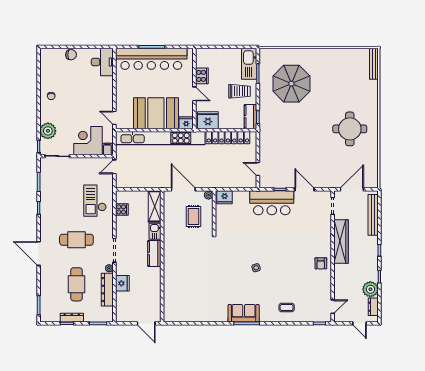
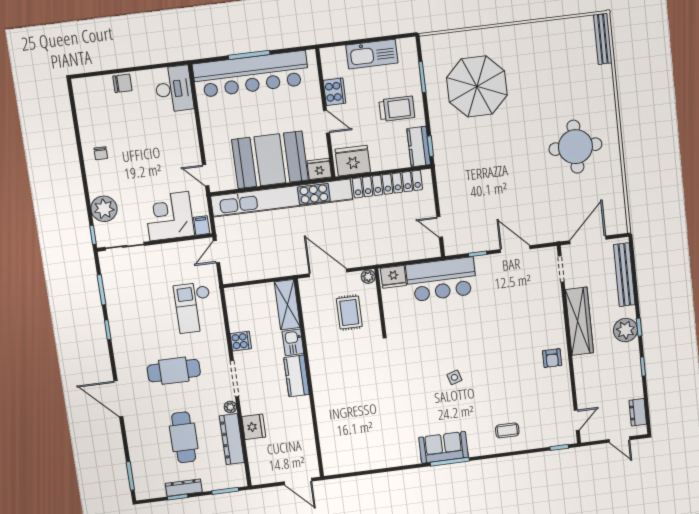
kitchen sink: (249, 64) -> (372, 54), moved, turned -90
bar counter: (272, 203) -> (441, 279), moved
cooker: (122, 209) -> (241, 341), moved
plant: (370, 289) -> (625, 330), moved

